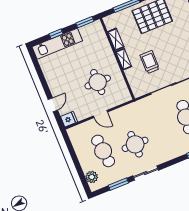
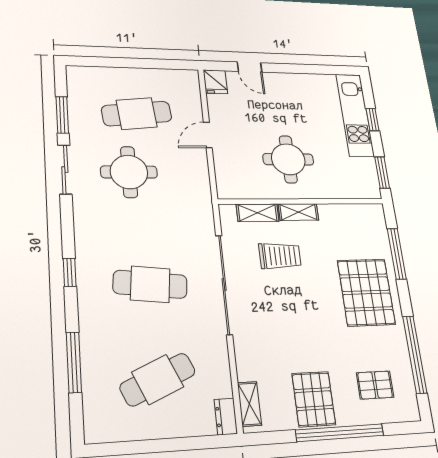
shelving: (116, 39) -> (258, 213), moved
round table: (98, 82) -> (288, 159), moved
plant: (92, 177) -> (94, 77), removed

